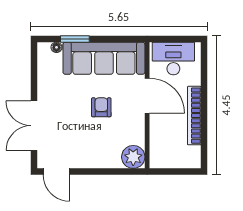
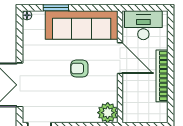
floor lamp: (56, 47) -> (27, 15), moved
armchair: (101, 107) -> (79, 69), turned -90

